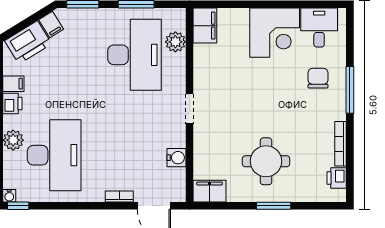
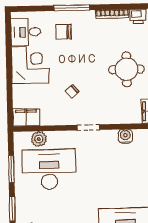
chair: (238, 88) -> (72, 91), added

